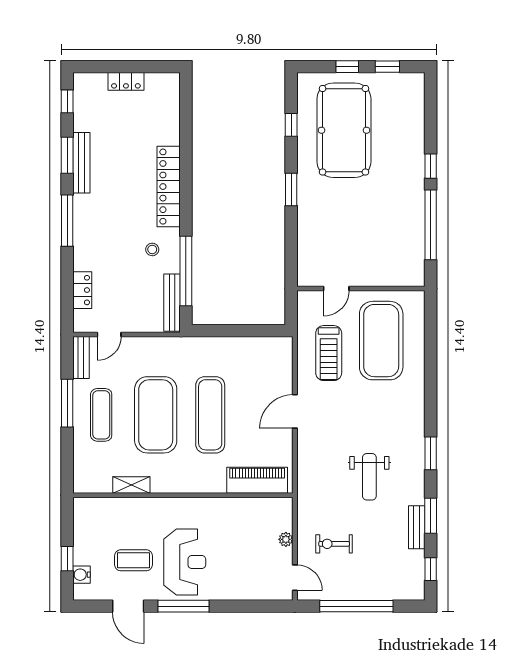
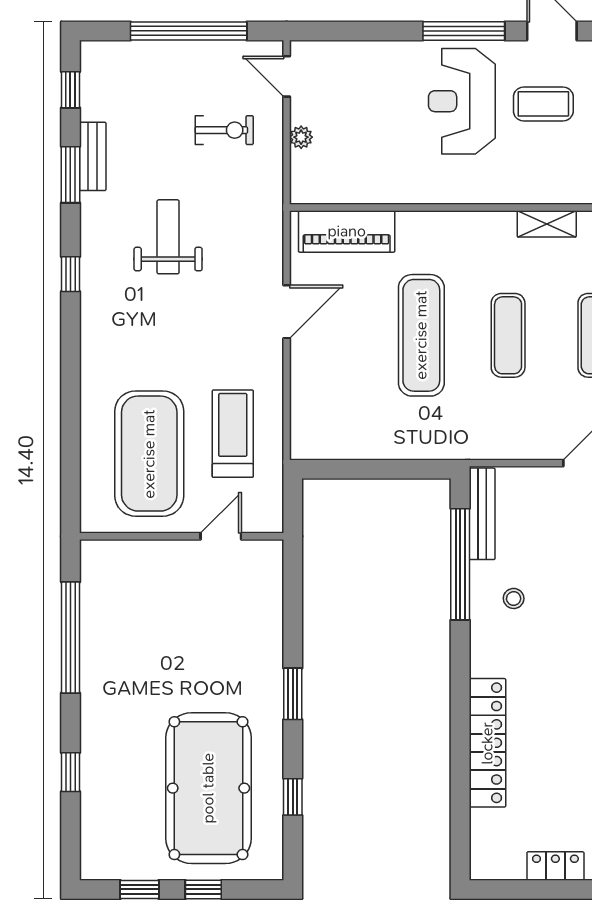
window: (431, 166) -> (70, 772), moved
locker: (169, 187) -> (487, 743), moved
door: (295, 411) -> (287, 312), moved
exercise mat: (156, 415) -> (508, 335), width x0.50, depth x0.69
window: (431, 453) -> (70, 274), width x0.67

